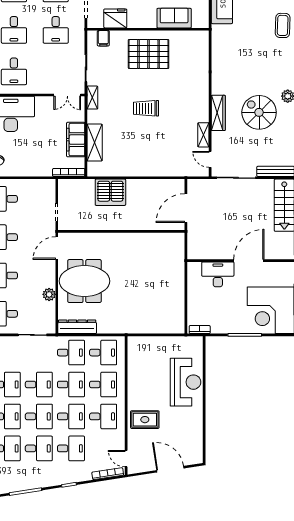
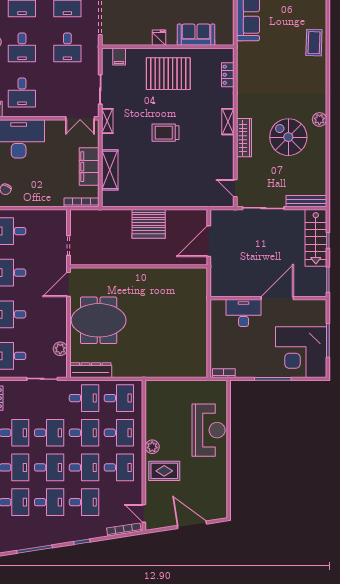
fridge: (115, 18) -> (159, 38), moved, width x0.53, depth x0.75
locker: (203, 55) -> (228, 75), added
shelving: (203, 135) -> (228, 122), moved
server rack: (110, 192) -> (149, 224), moved
plant: (49, 294) -> (60, 349), moved
plant: (134, 397) -> (152, 447), added

